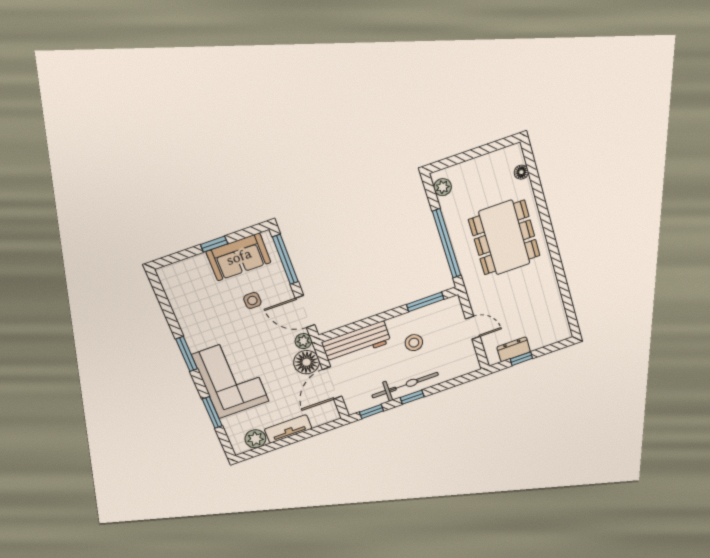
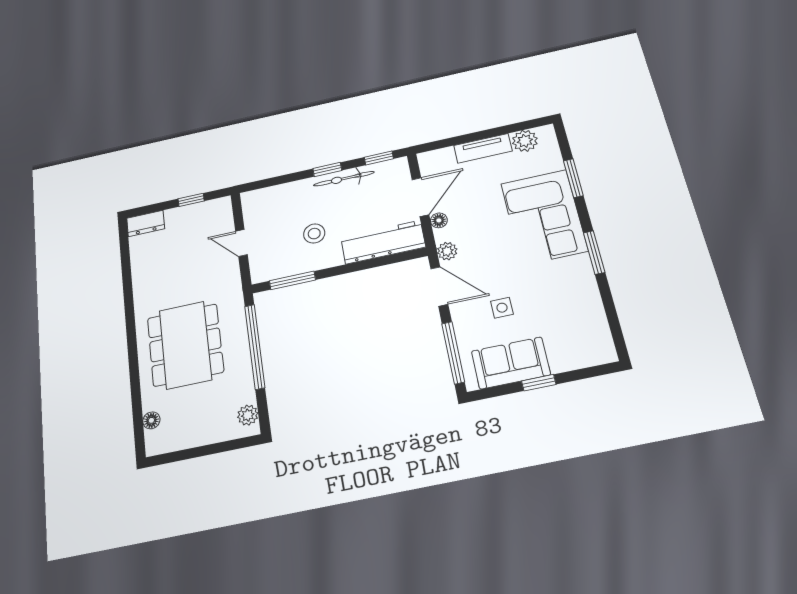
dresser: (514, 349) -> (146, 223), moved
floor lamp: (307, 362) -> (439, 220), width x0.53, depth x0.53
bicycle: (405, 385) -> (344, 179), width x0.73, depth x0.71

